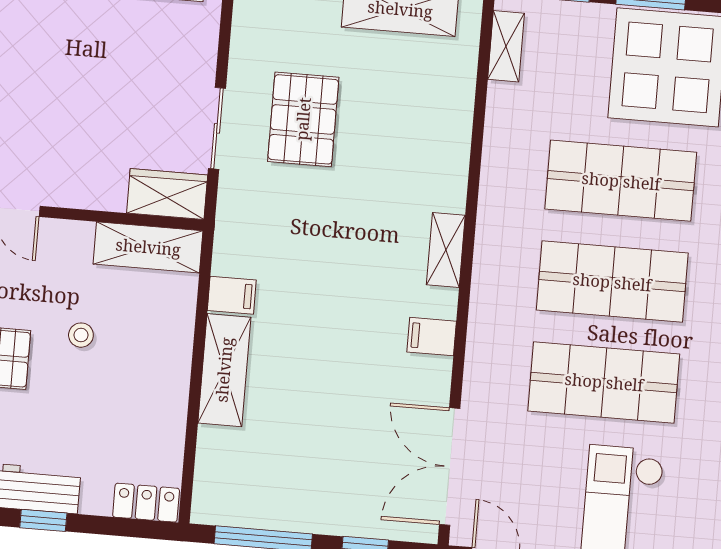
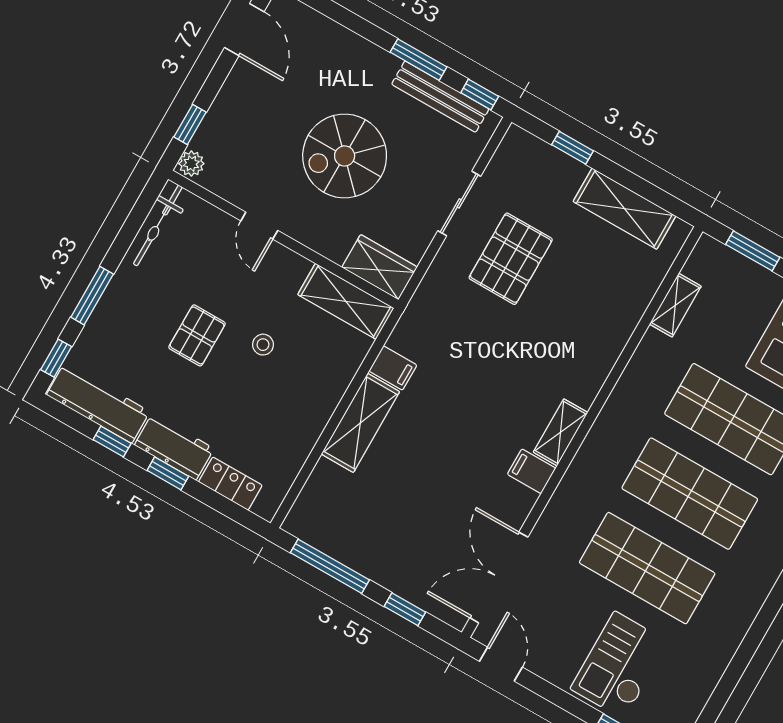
shelving: (506, 46) -> (675, 305), moved
spiral stairs: (74, 92) -> (345, 156), added
sliding door: (217, 128) -> (459, 203), moved
shelving: (446, 250) -> (561, 432), moved
locker: (146, 503) -> (230, 484), moved

